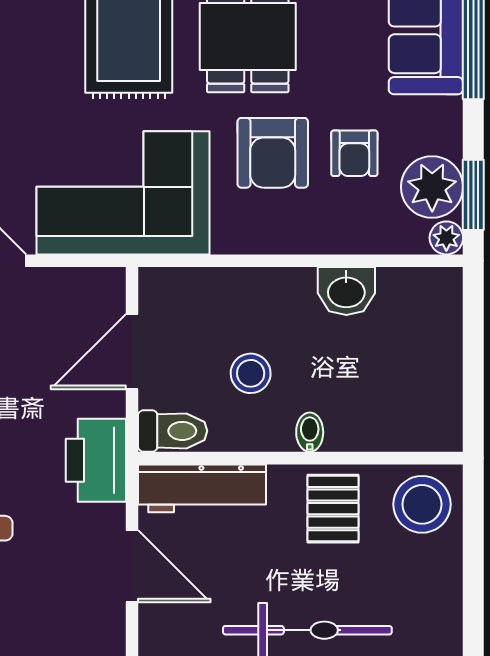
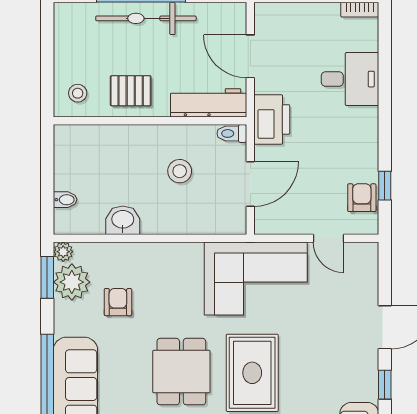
armchair: (273, 153) -> (167, 302), removed
toilet: (173, 431) -> (232, 133), width x0.73, depth x0.72
bidet: (310, 432) -> (65, 200), moved, turned -90
stool: (422, 504) -> (78, 93), width x0.53, depth x0.53
pallet: (333, 509) -> (131, 91), turned 90

